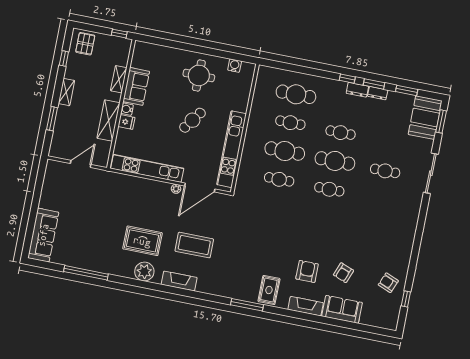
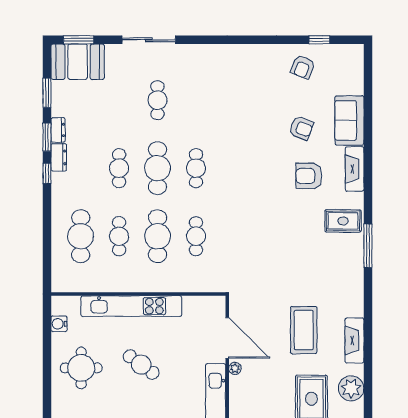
kitchen unit: (232, 149) -> (131, 306), moved

